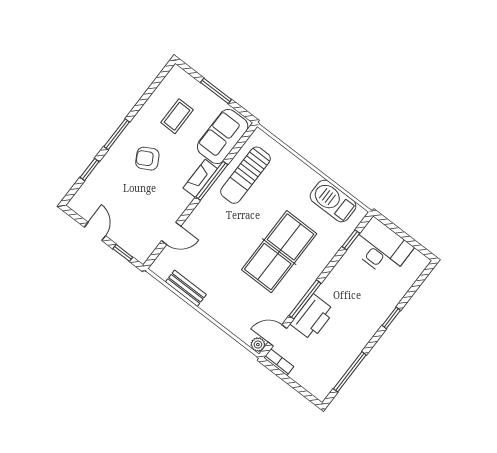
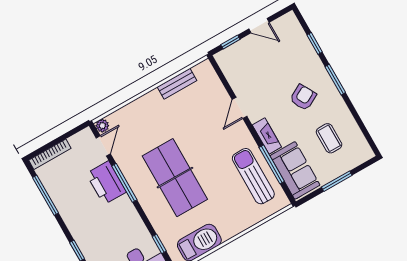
window: (212, 181) -> (272, 164), moved
door: (171, 233) -> (239, 108), moved
bookcase: (279, 362) -> (50, 154), moved, width x1.56

